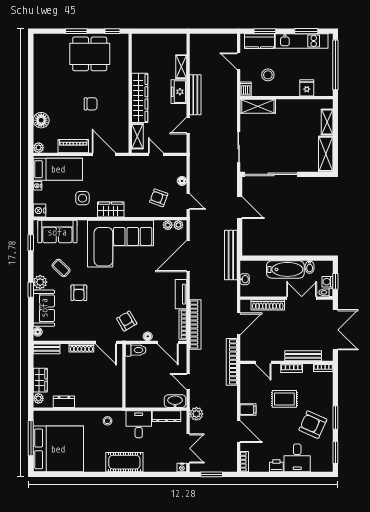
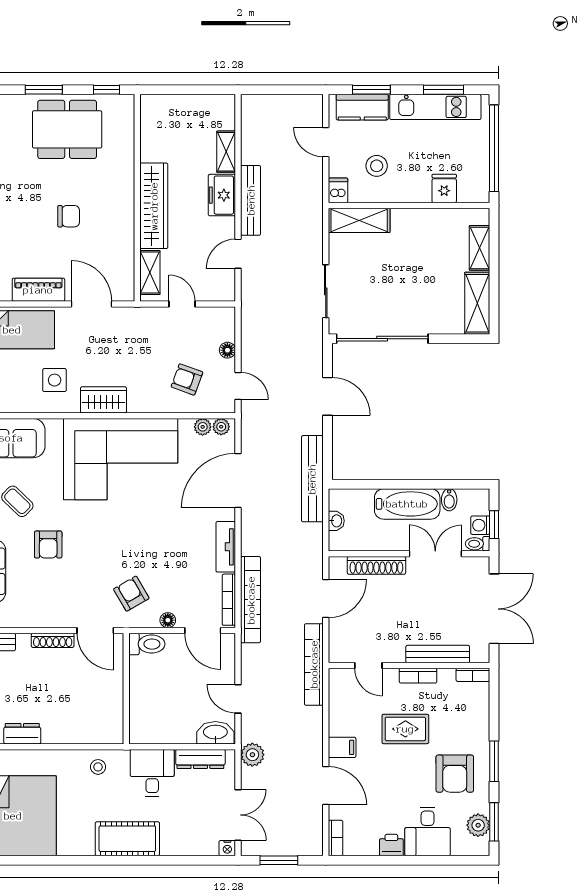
armchair: (313, 425) -> (455, 774), turned -114
plant: (326, 454) -> (478, 825), added

